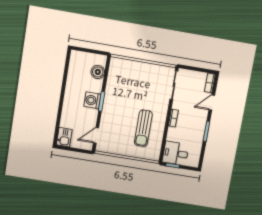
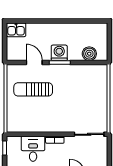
sun lounger: (143, 128) -> (33, 89), moved
door: (96, 135) -> (34, 62), moved
desk: (176, 153) -> (33, 149), moved

